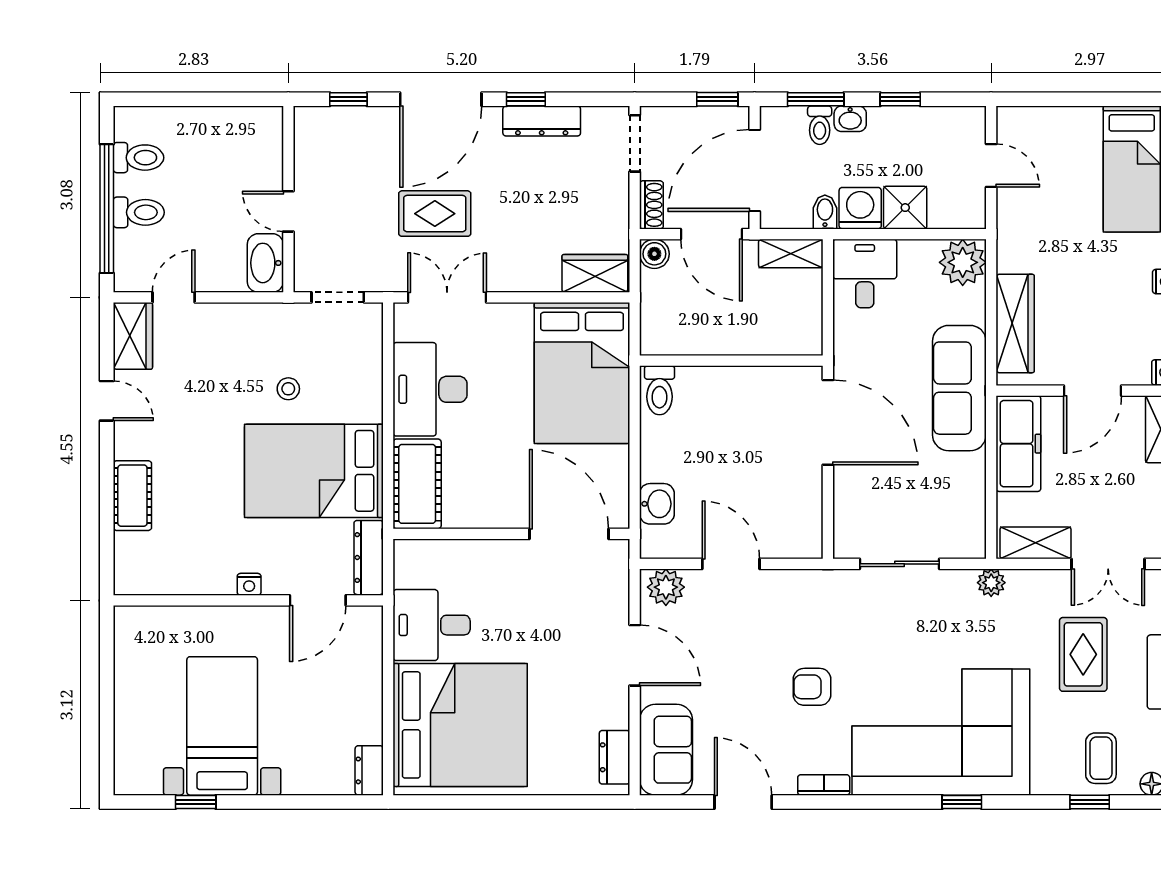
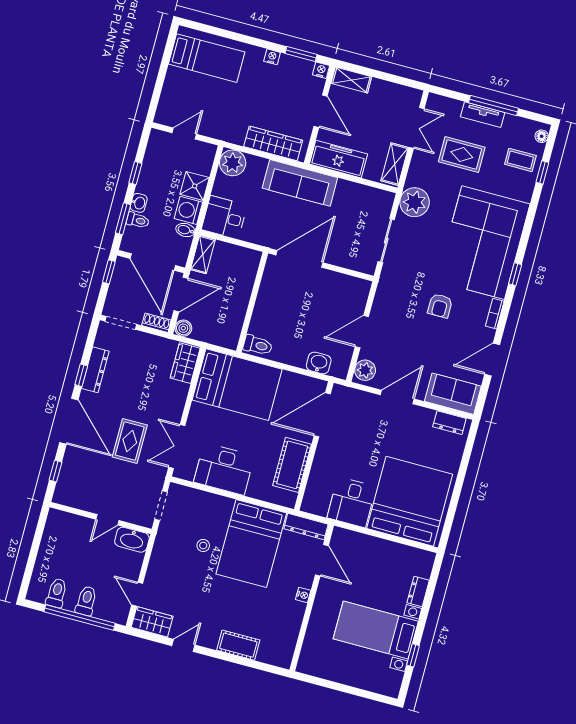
cot: (417, 484) -> (292, 465), moved, turned 90
plant: (991, 583) -> (415, 202), width x1.87, depth x1.87
dresser: (369, 770) -> (418, 592), moved, turned 90
window: (962, 802) -> (515, 274), moved

